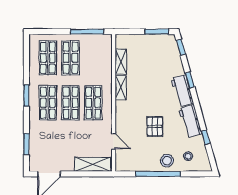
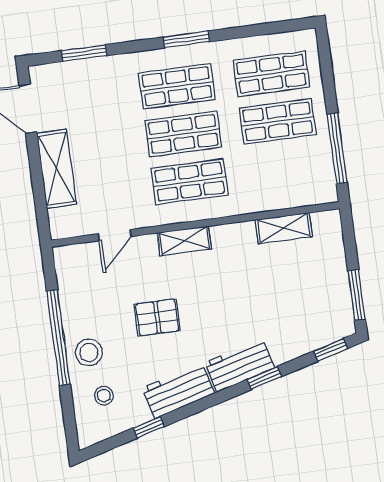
shelving: (121, 88) -> (184, 241), moved
shelving: (93, 164) -> (56, 169), moved

